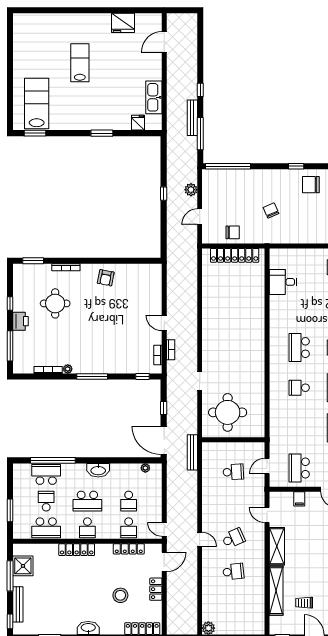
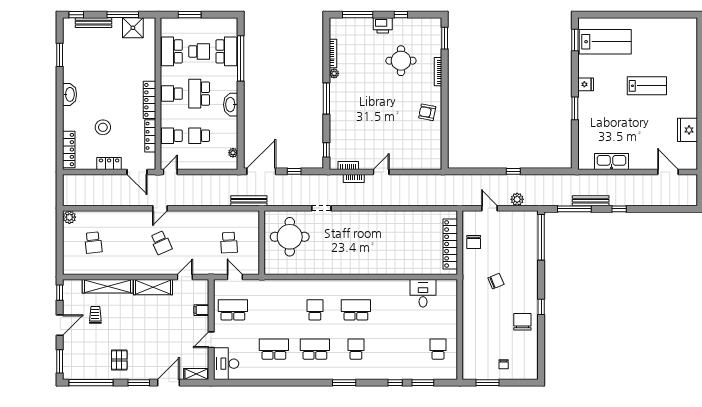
fridge: (138, 123) -> (586, 84), moved
locker: (77, 550) -> (149, 100), moved
school desk: (233, 571) -> (93, 243), moved

